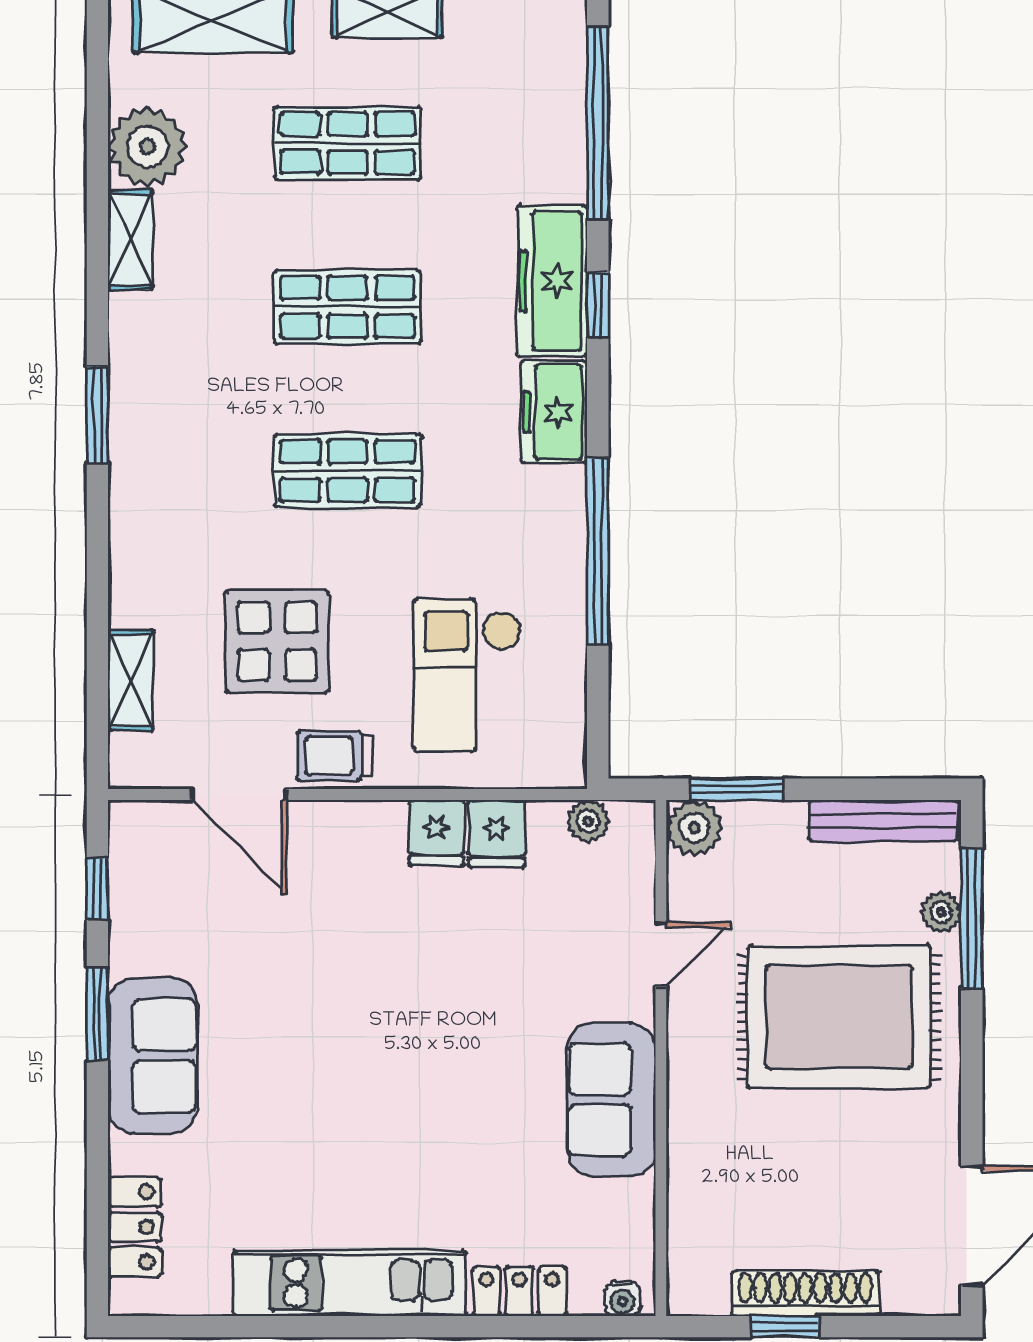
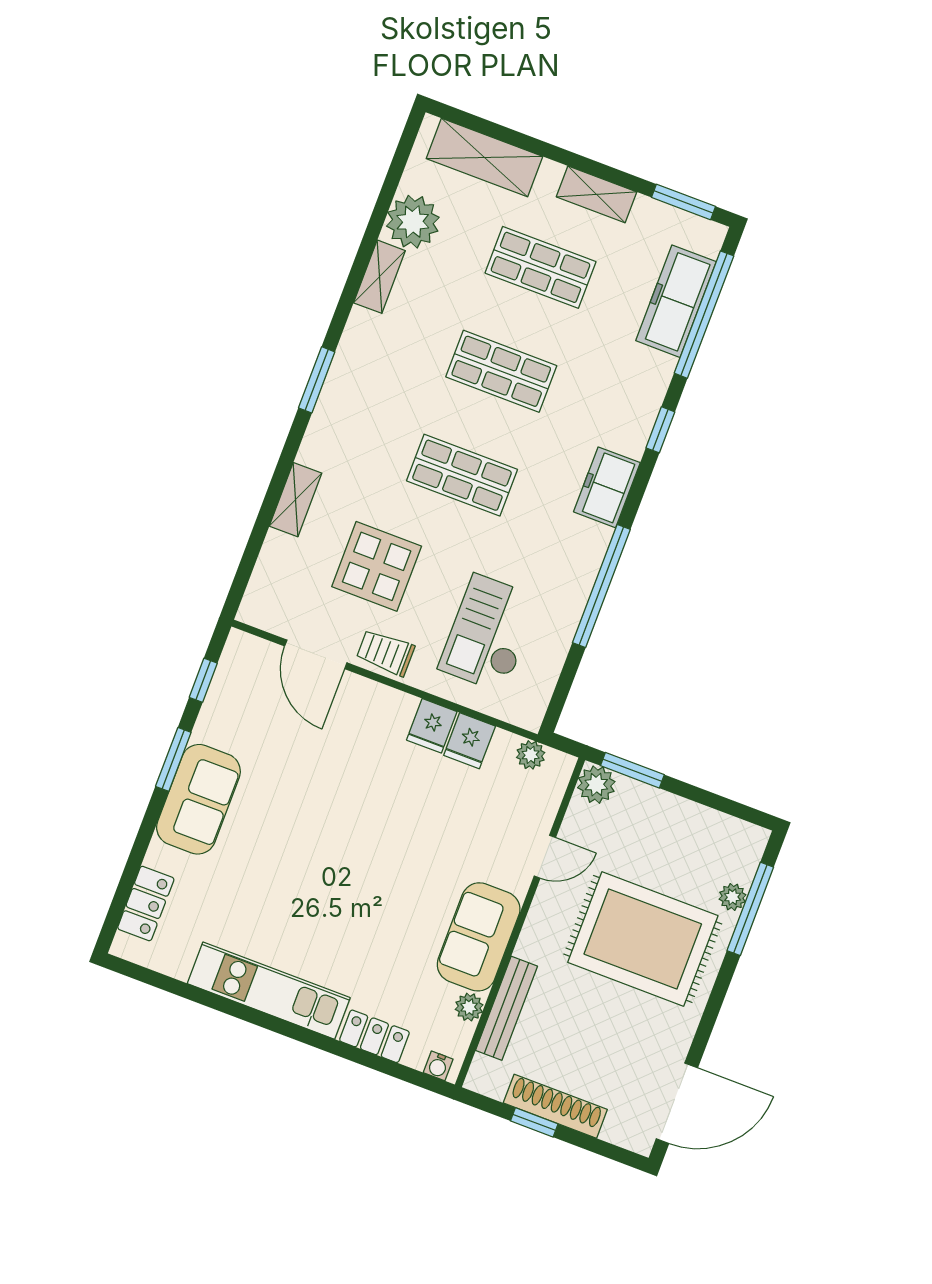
freezer: (552, 281) -> (676, 301), moved
shelving: (130, 681) -> (296, 500), moved
bench: (883, 821) -> (507, 1008), moved, turned 90
plant: (635, 1201) -> (469, 1007), added

